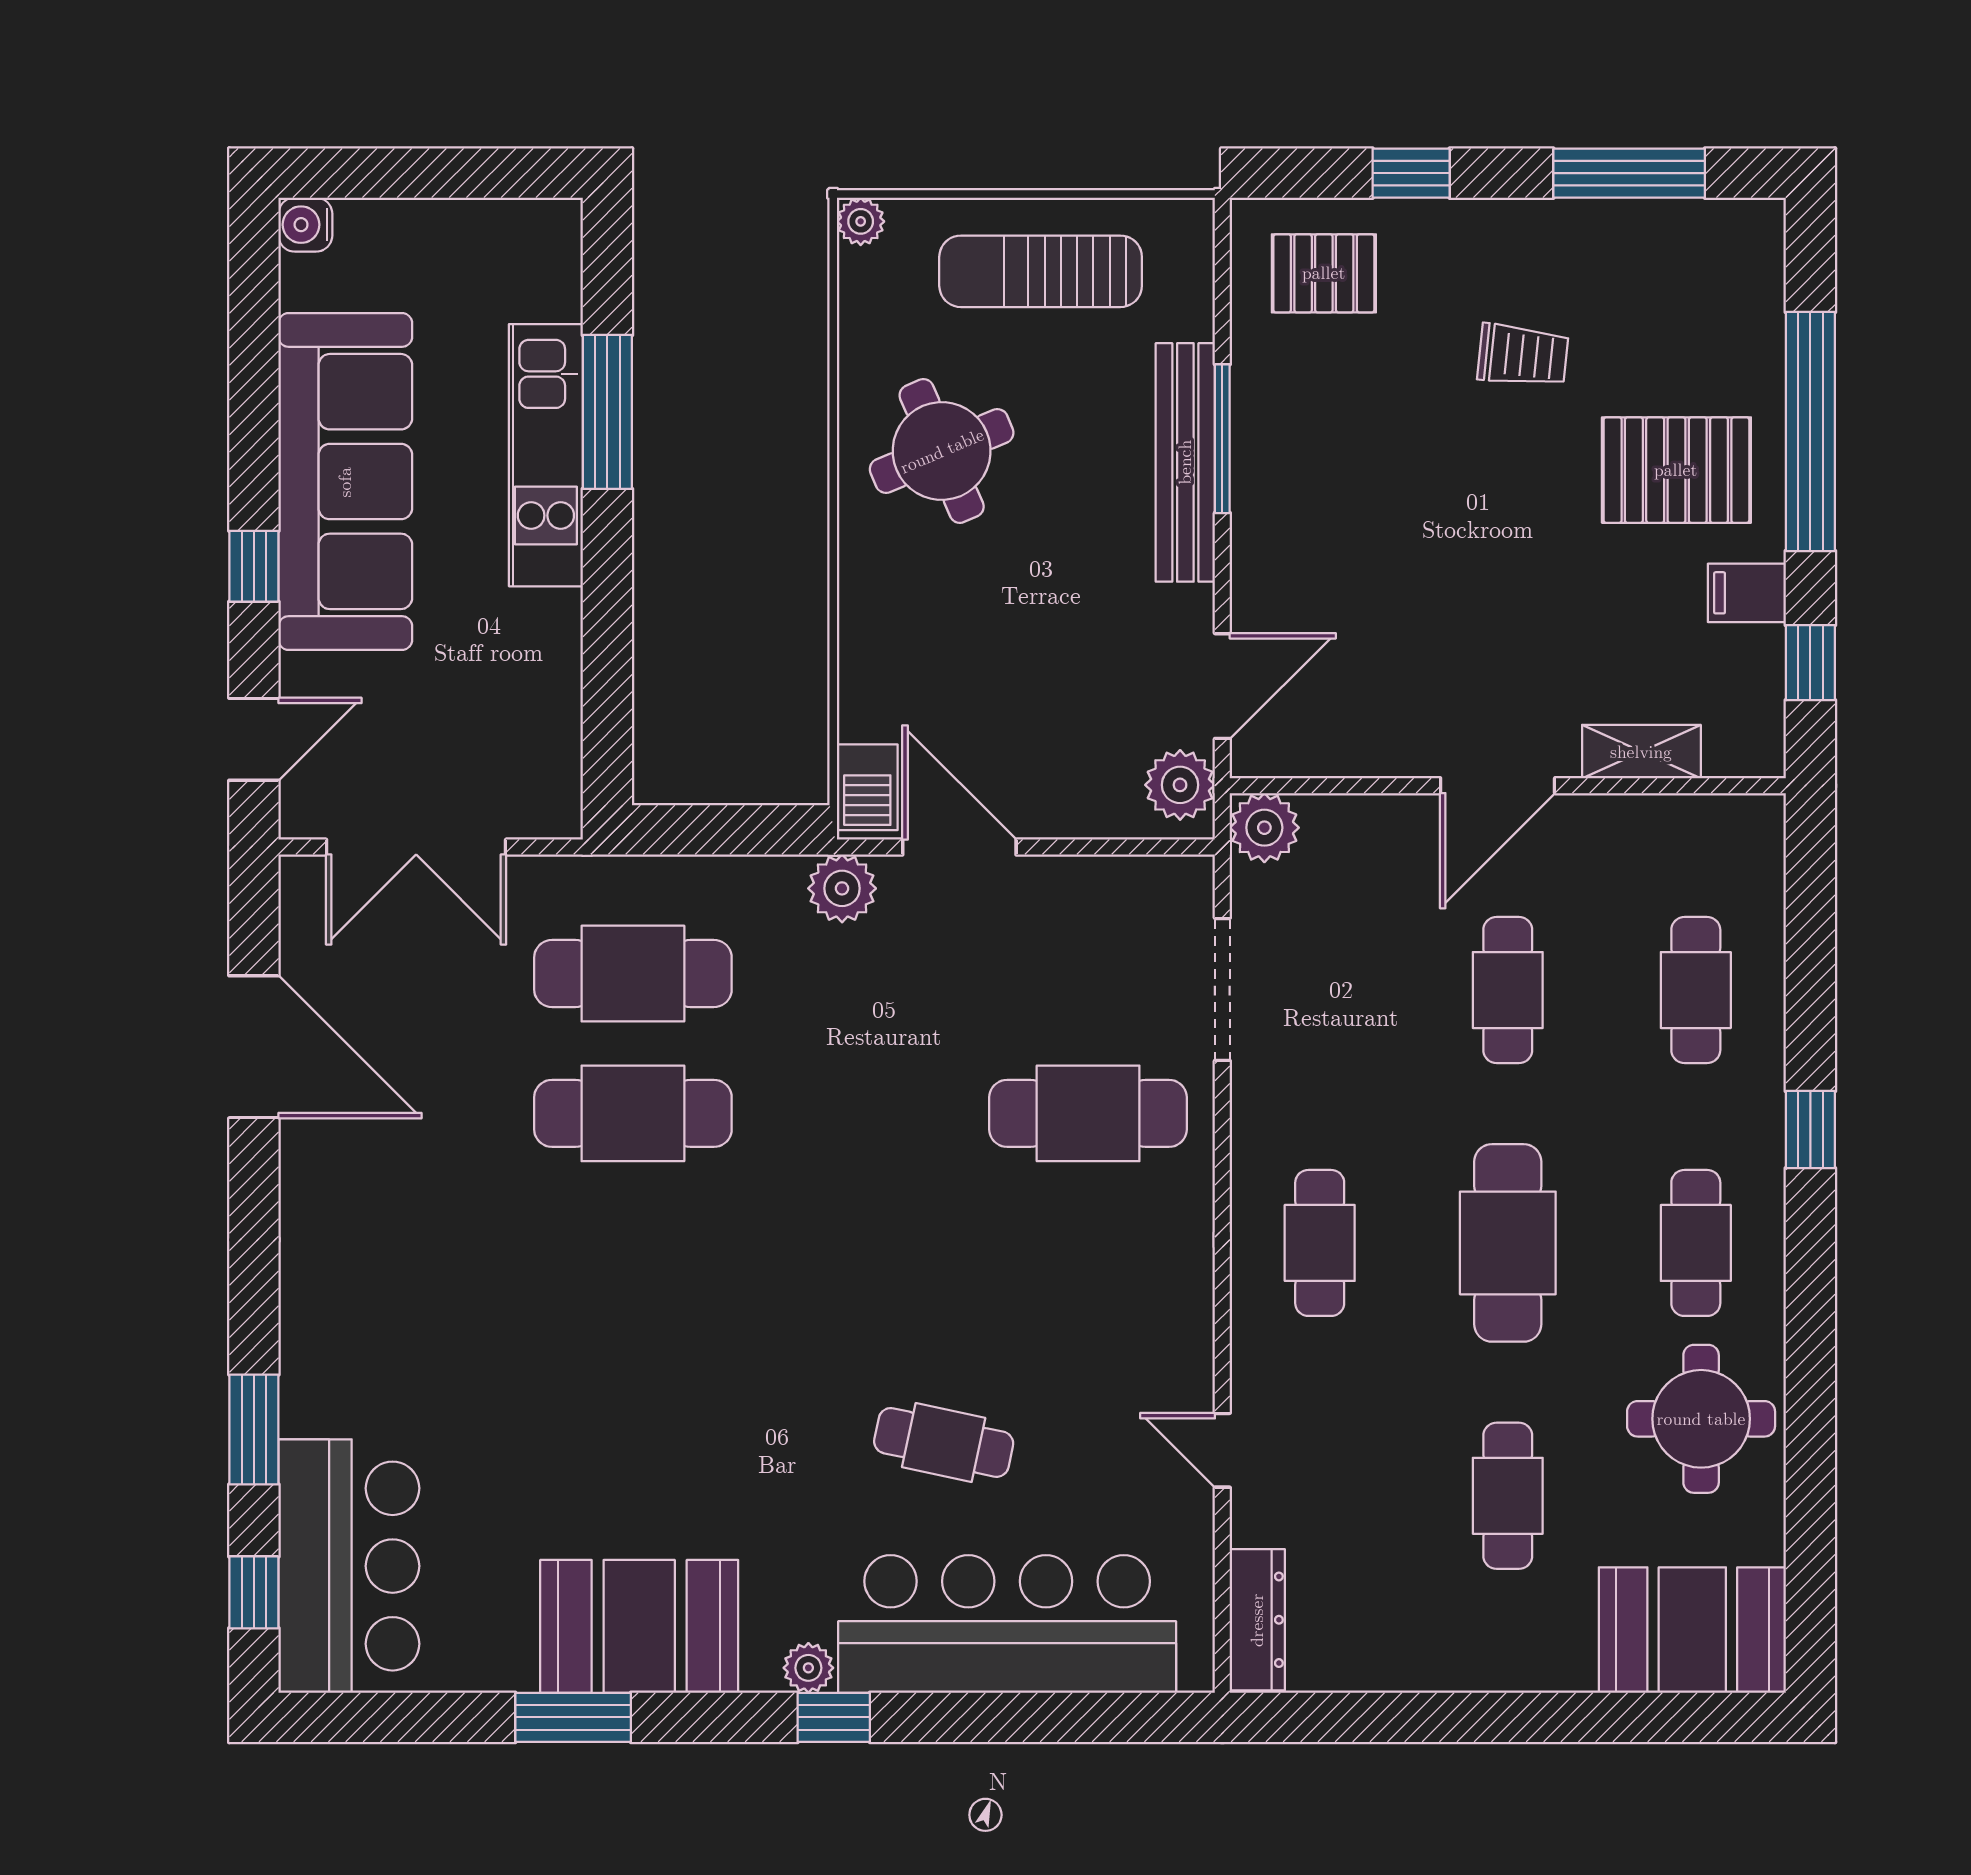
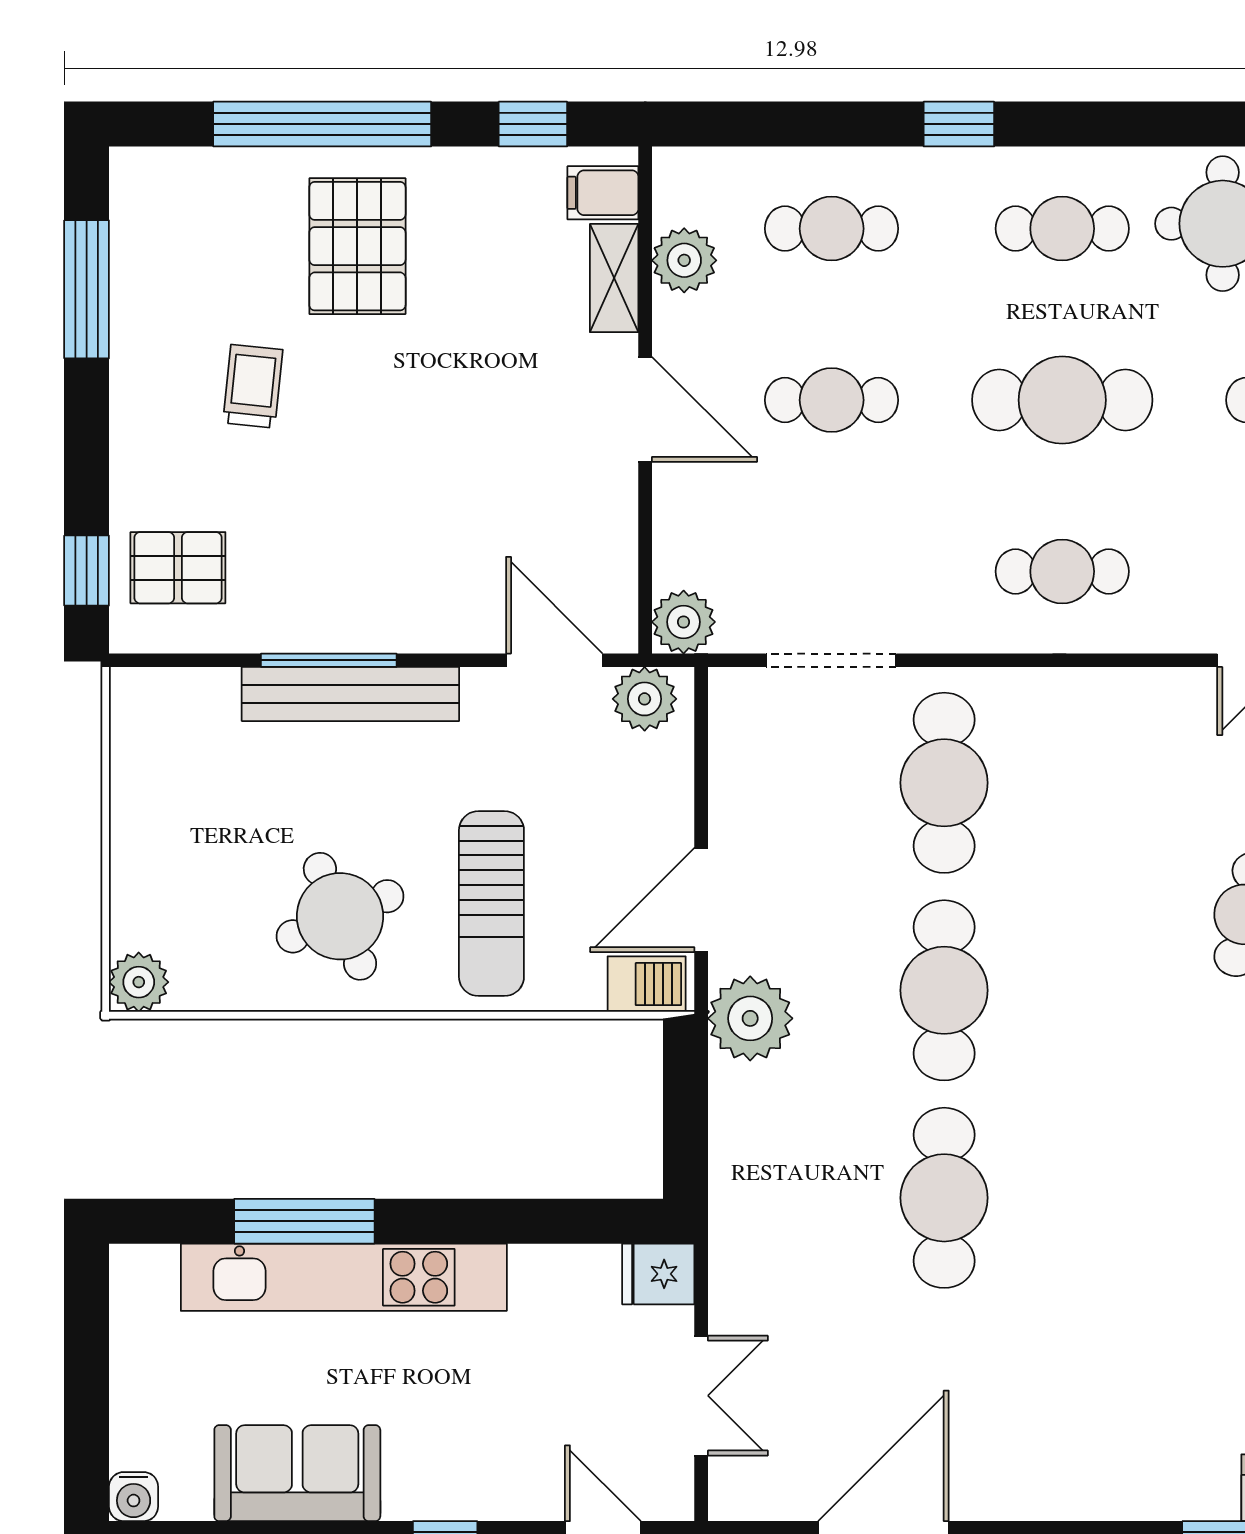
window: (1411, 173) -> (87, 571), moved
plant: (861, 221) -> (139, 982), width x1.38, depth x1.38
sun lounger: (1041, 271) -> (491, 904), moved
pallet: (1324, 273) -> (178, 568), turned 90
kitchen unit: (546, 455) -> (344, 1277), width x1.36
sofa: (345, 482) -> (297, 1473), width x0.54, depth x0.79
filing cabinet: (1747, 593) -> (603, 193), moved, turned 90
fridge: (550, 800) -> (658, 1274), added
plant: (1661, 828) -> (684, 260), added
double door: (416, 847) -> (701, 1396), width x0.73
plant: (842, 888) -> (750, 1018), width x1.36, depth x1.36
cafe table: (633, 974) -> (944, 990), moved

